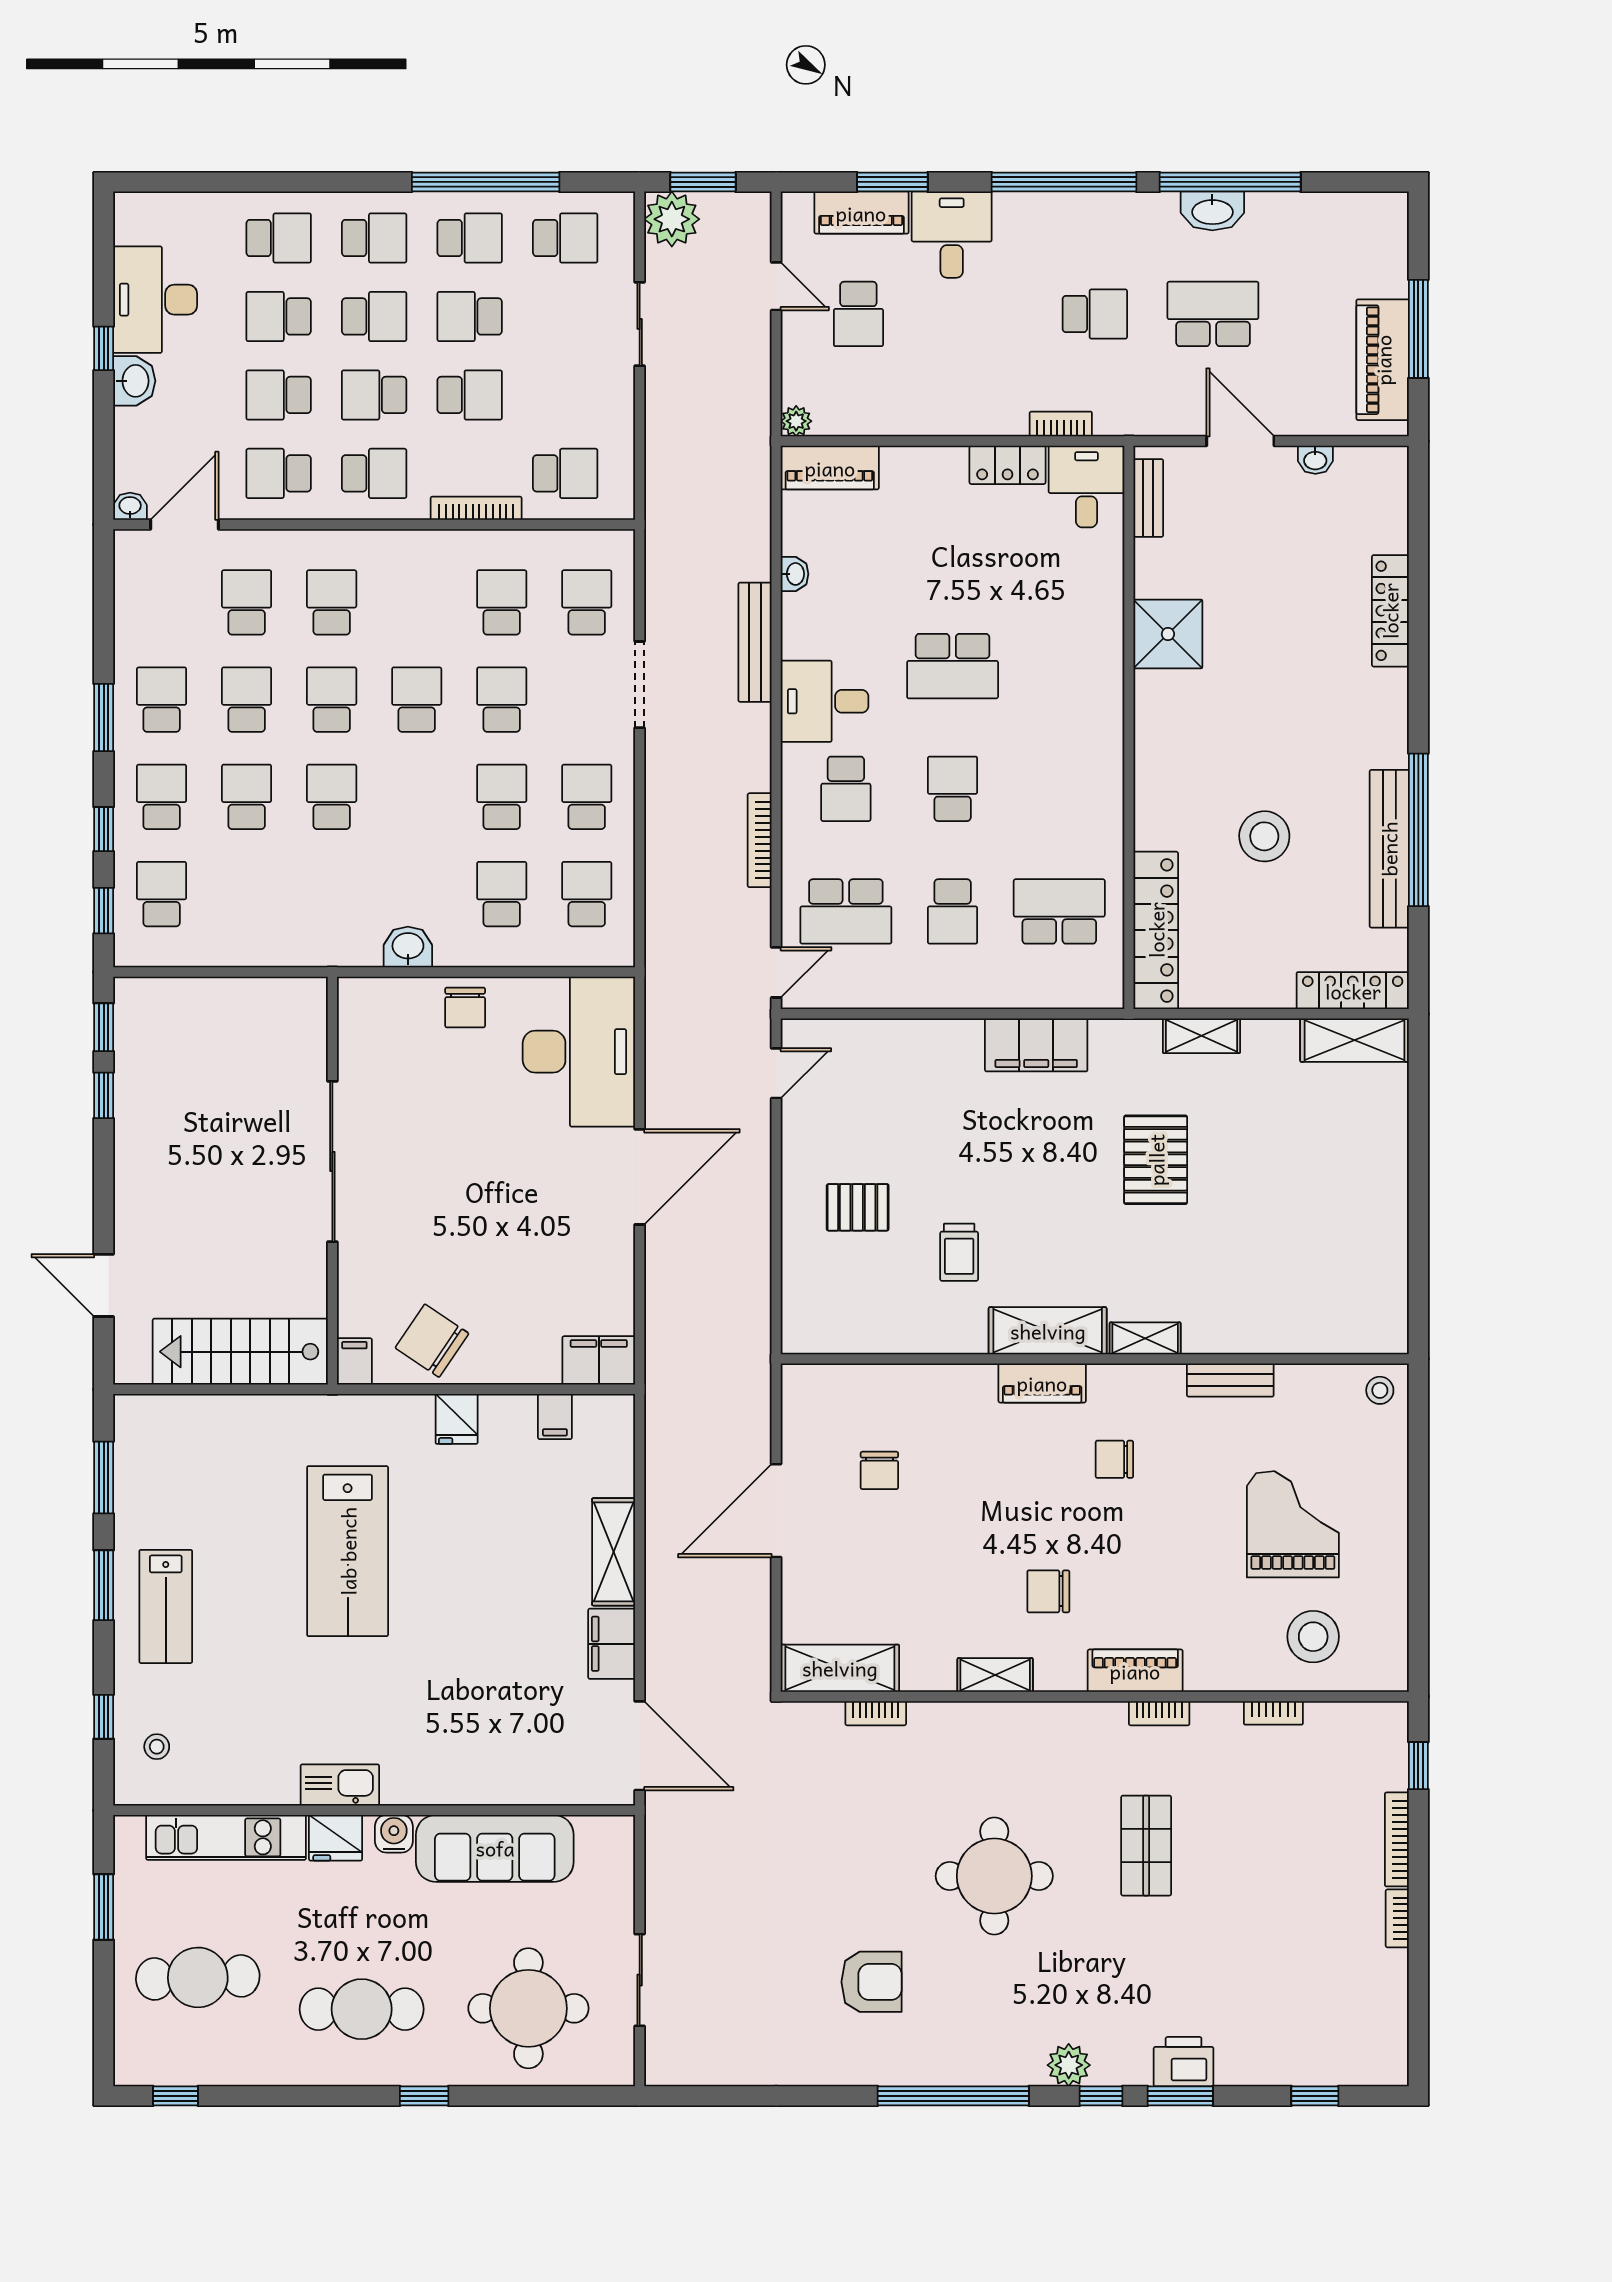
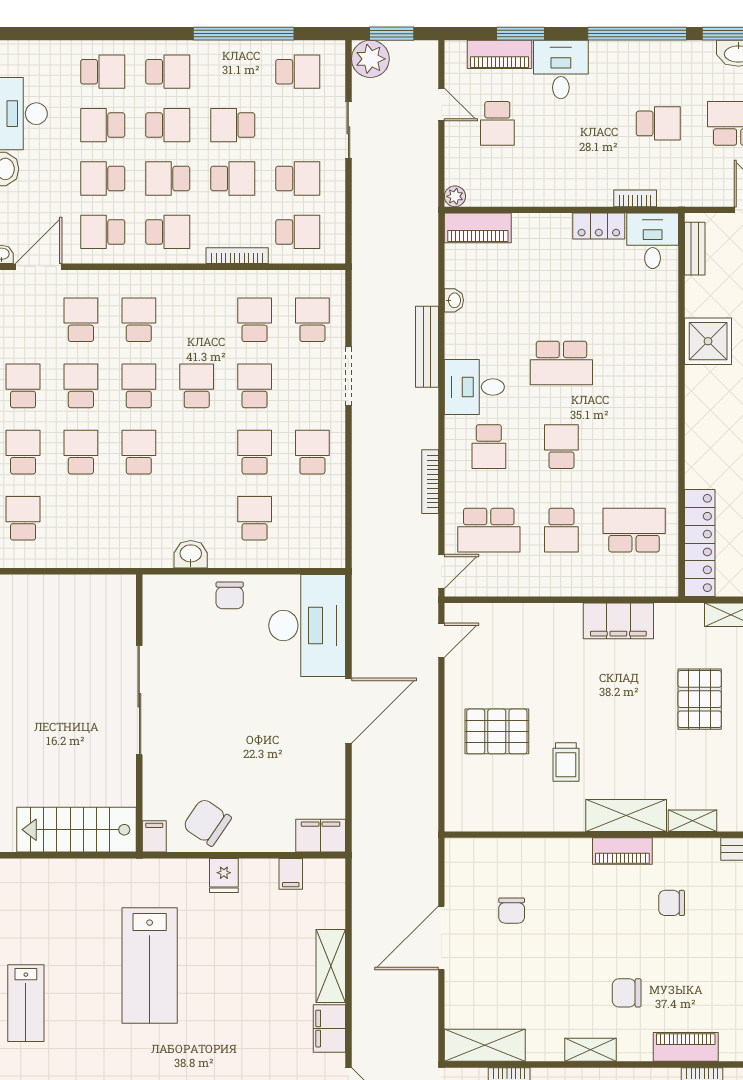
school desk: (470, 238) -> (298, 179), moved
school desk: (587, 894) -> (312, 518), removed
pallet: (858, 1207) -> (497, 731), width x1.50, depth x1.42

